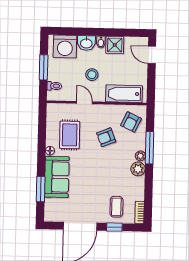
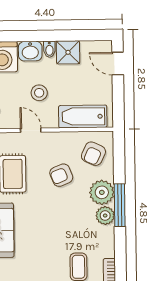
window: (150, 148) -> (120, 205), moved
plant: (140, 156) -> (102, 192), width x1.88, depth x1.88

